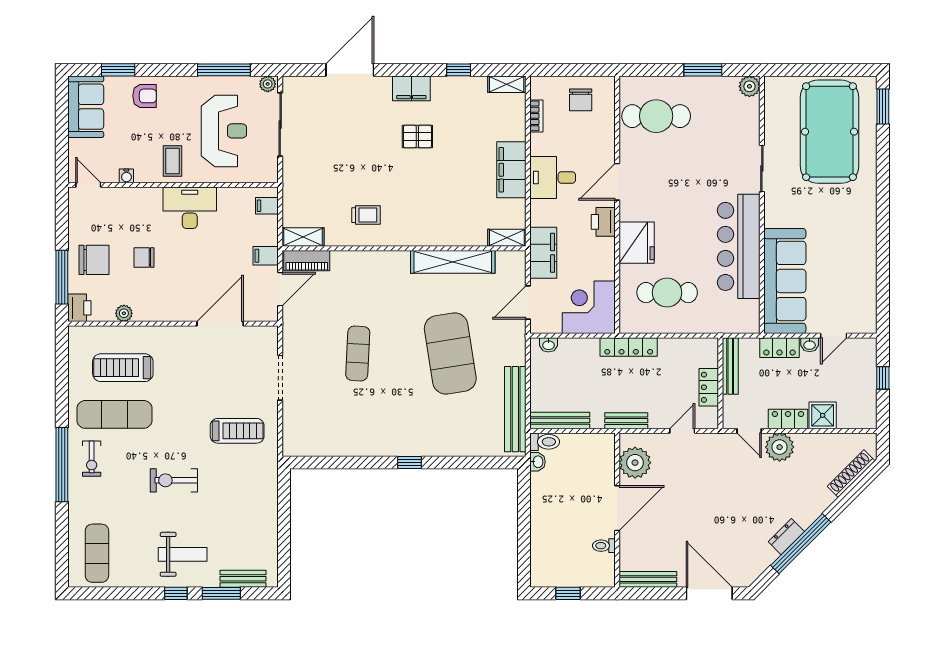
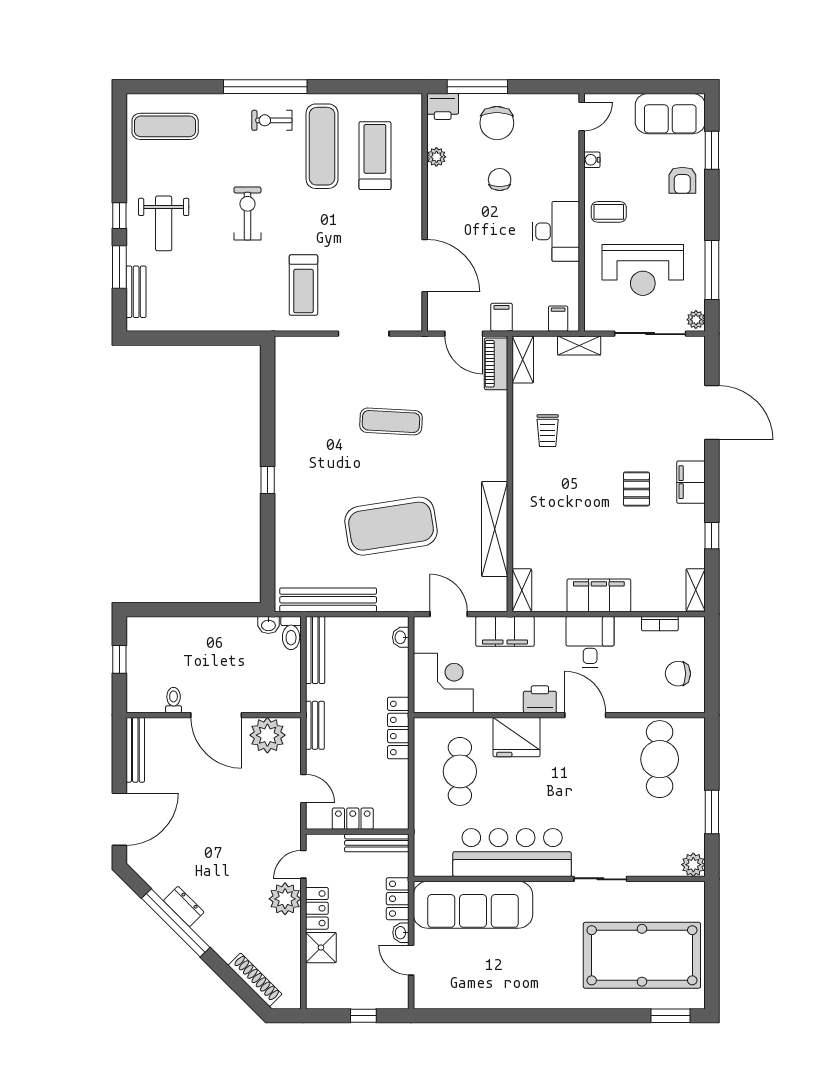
shelving: (291, 187) -> (579, 345), added

